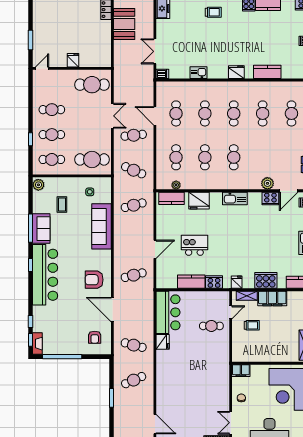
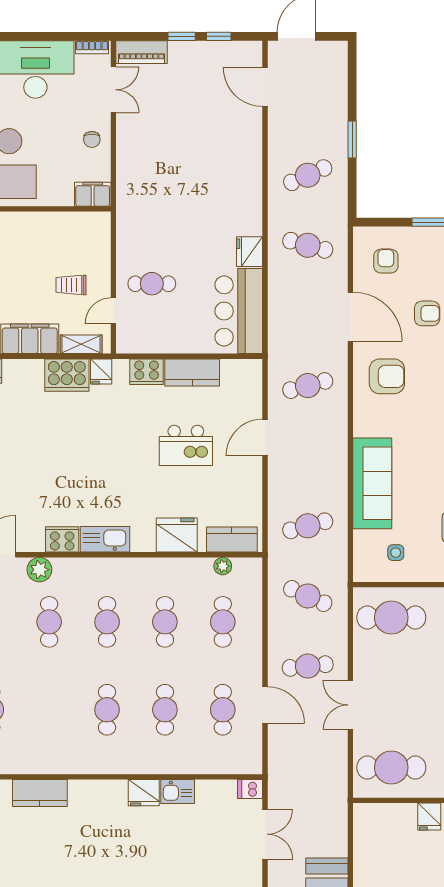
fridge: (236, 72) -> (144, 793), moved
cafe table: (263, 113) -> (49, 622), moved
cooker: (270, 198) -> (62, 539), moved
cooker: (266, 280) -> (67, 375), moved
armchair: (74, 311) -> (427, 313), added

